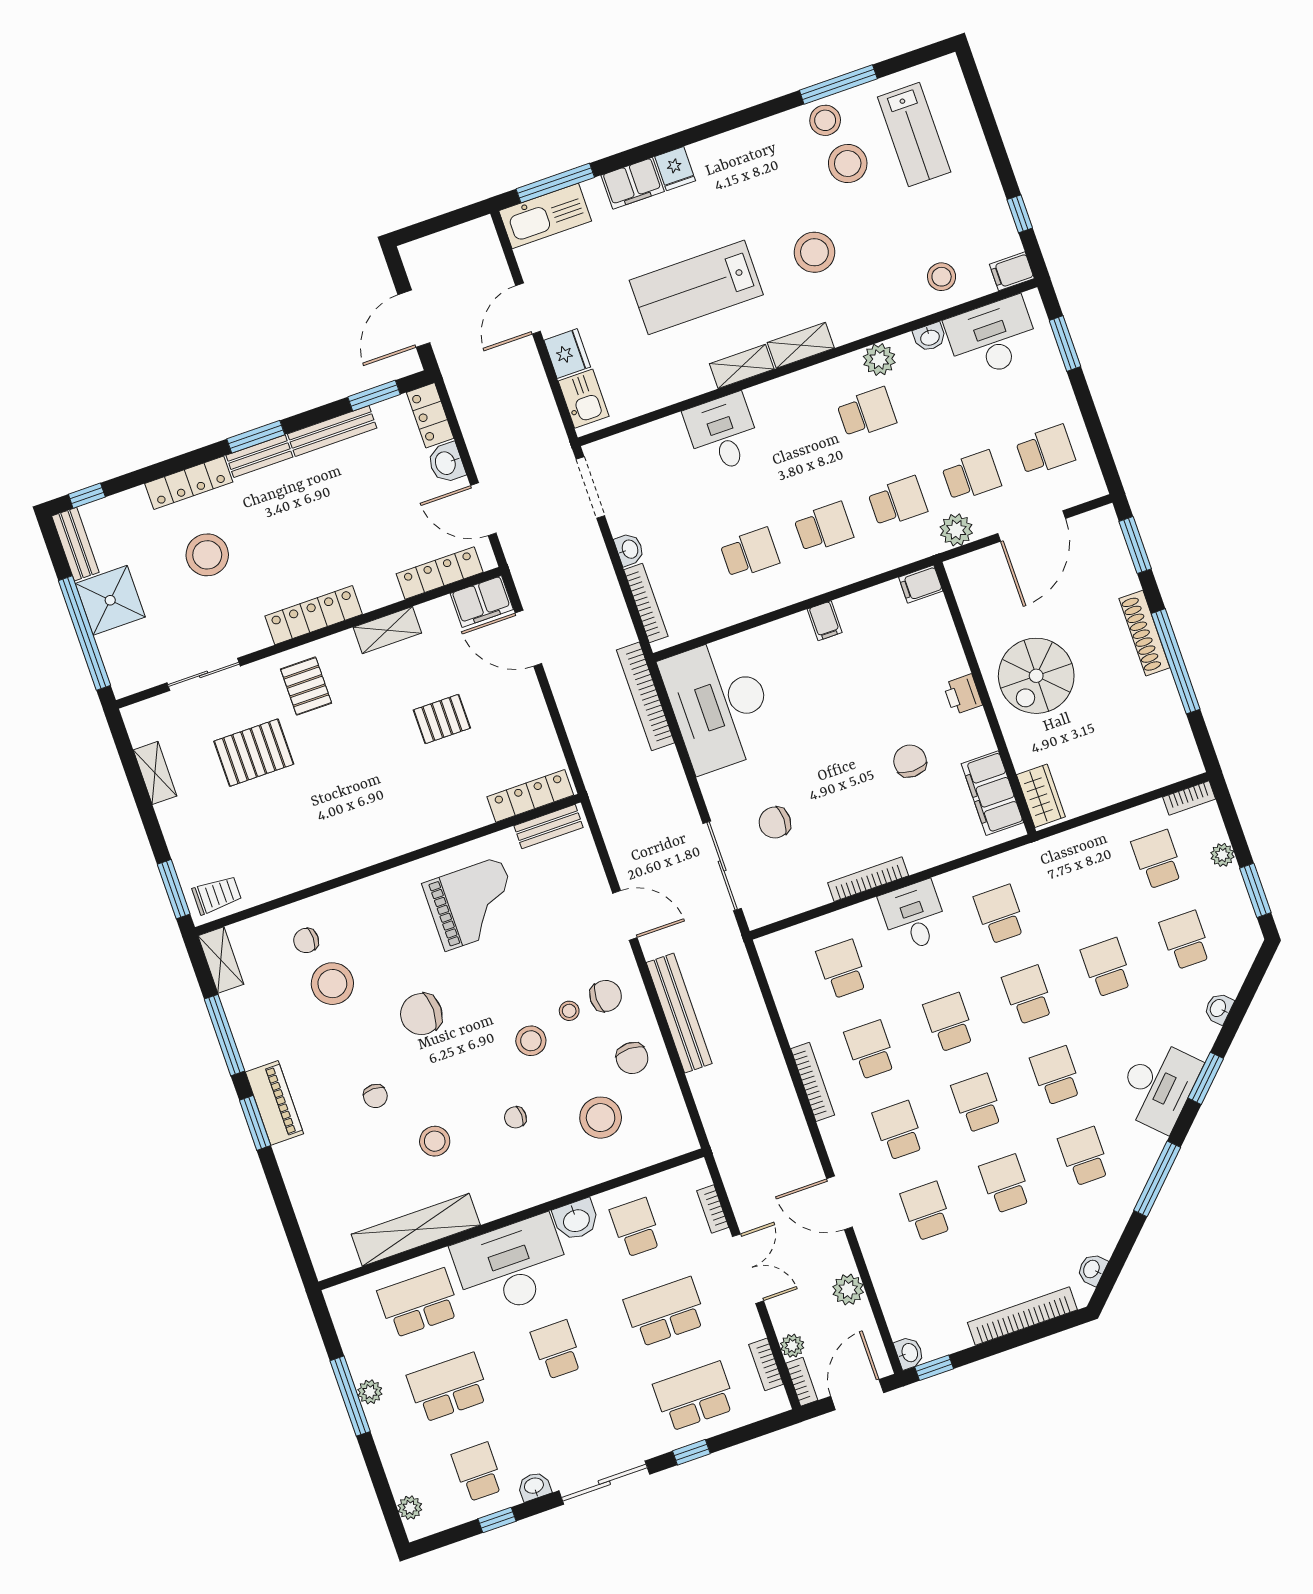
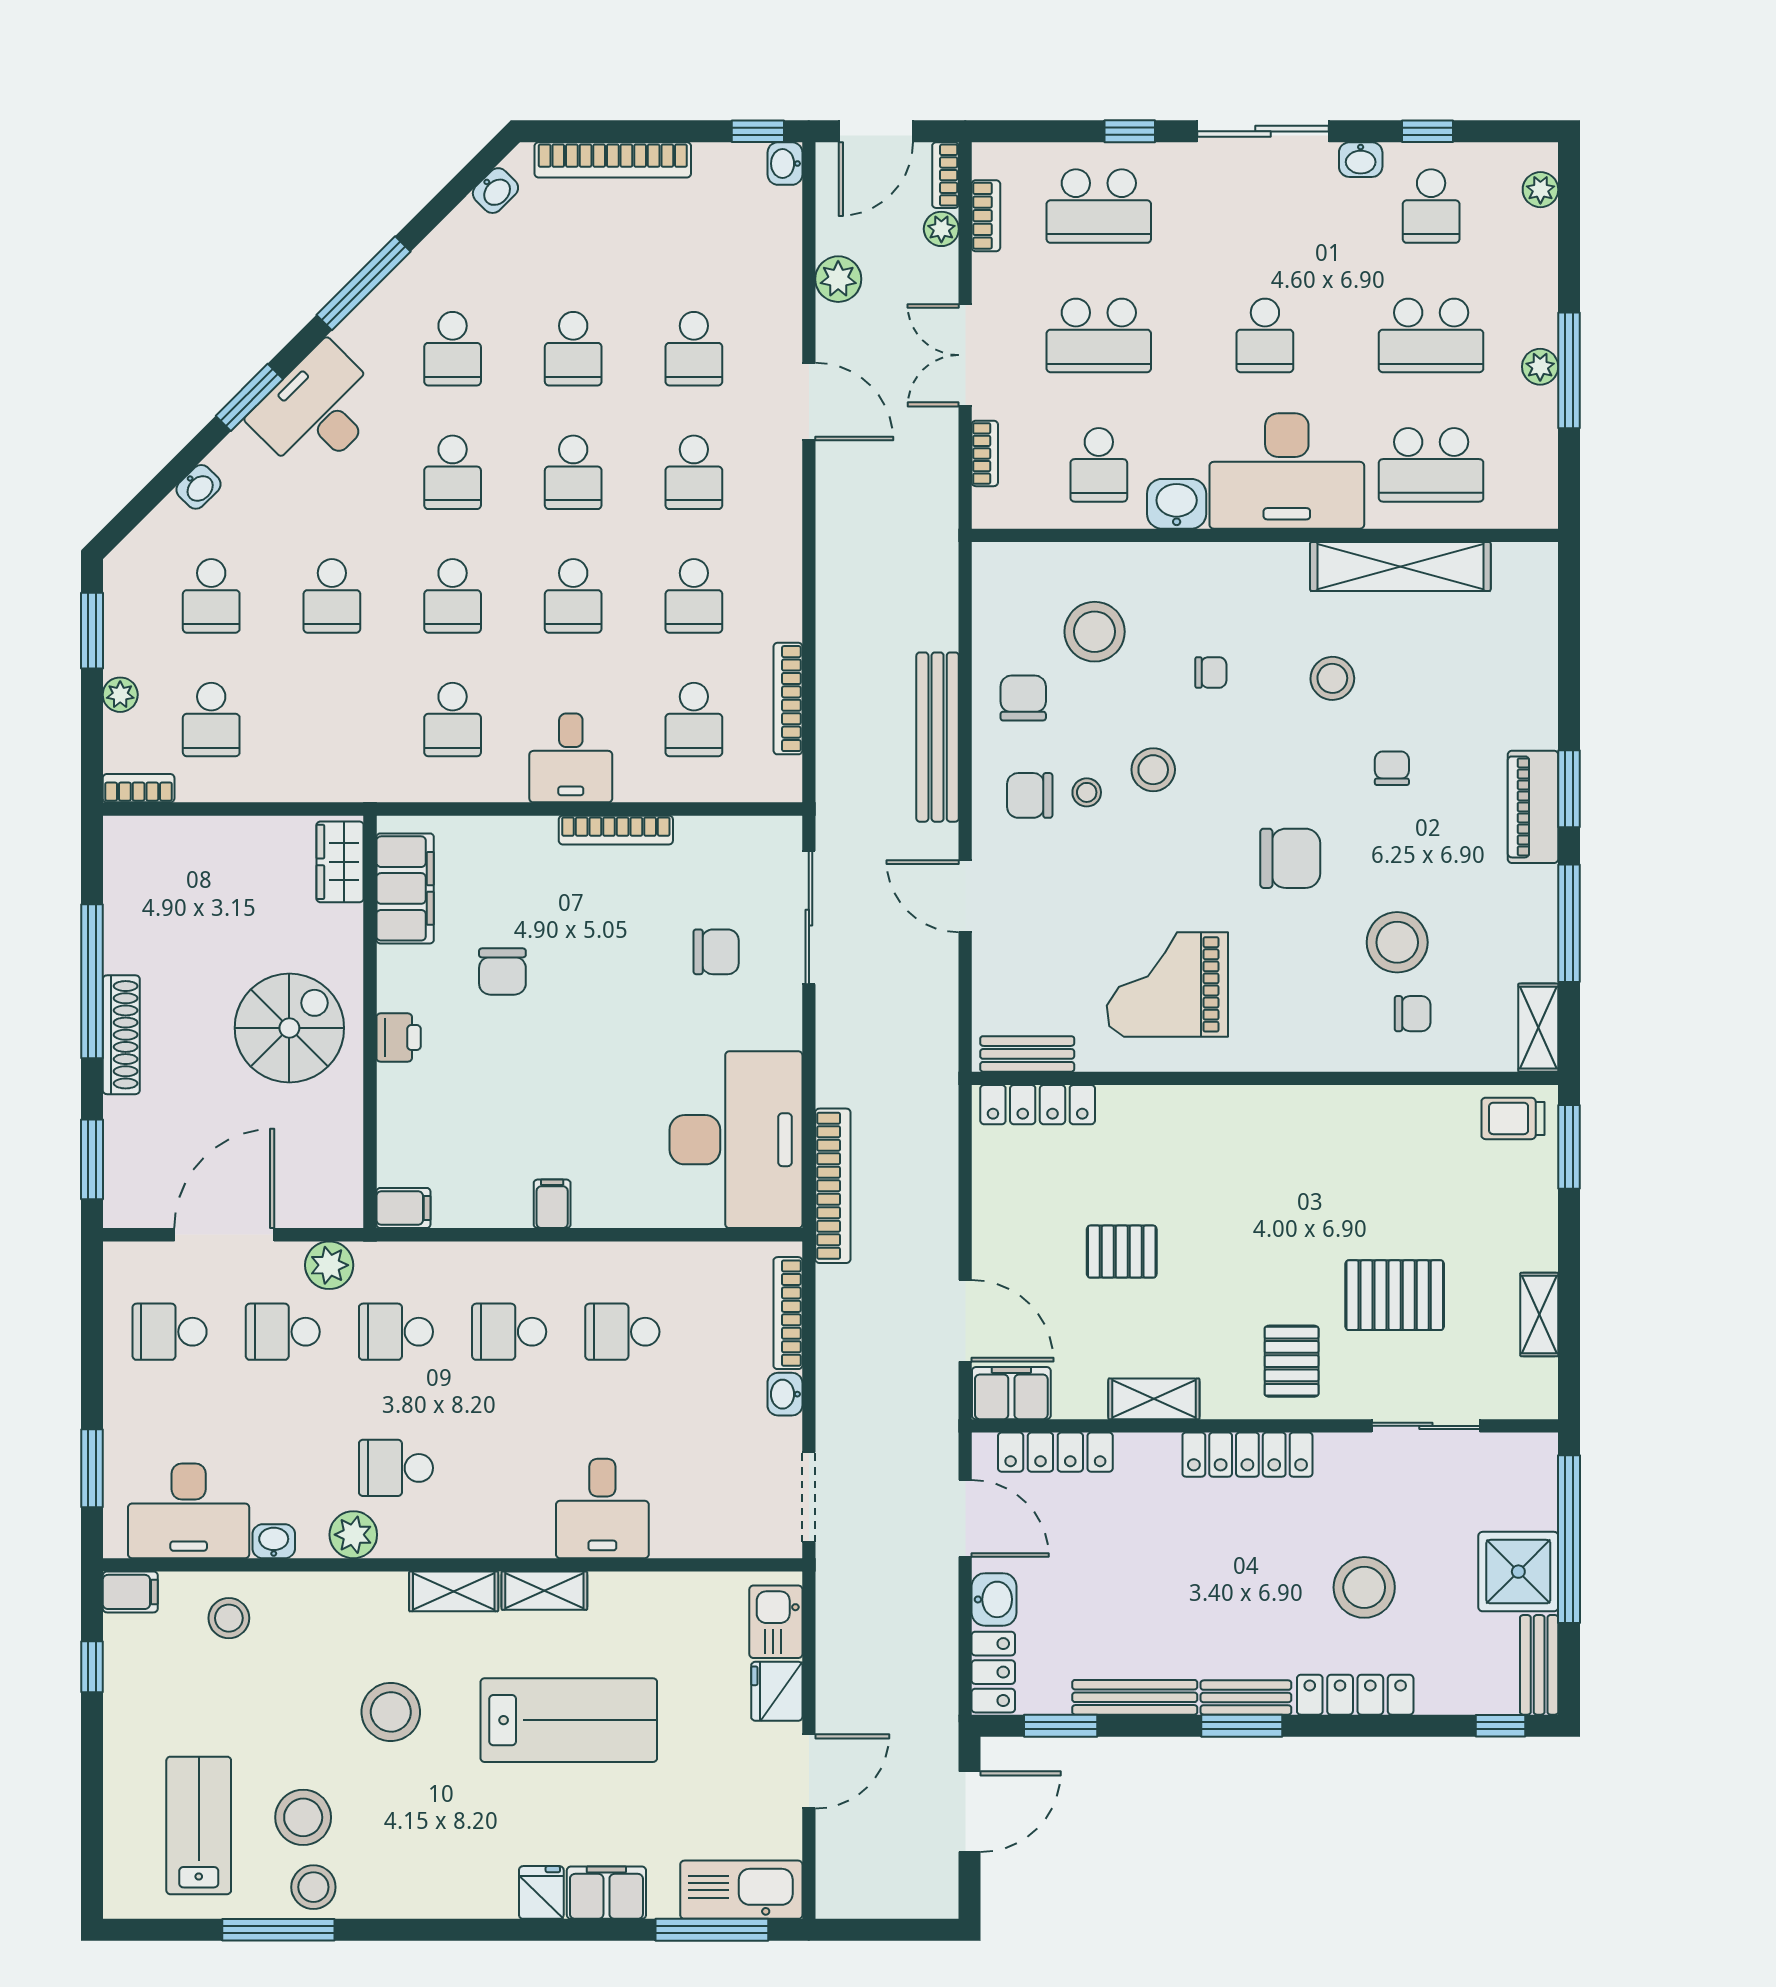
bookcase: (813, 1082) -> (788, 699), moved

